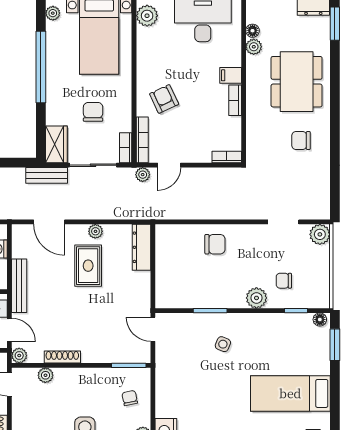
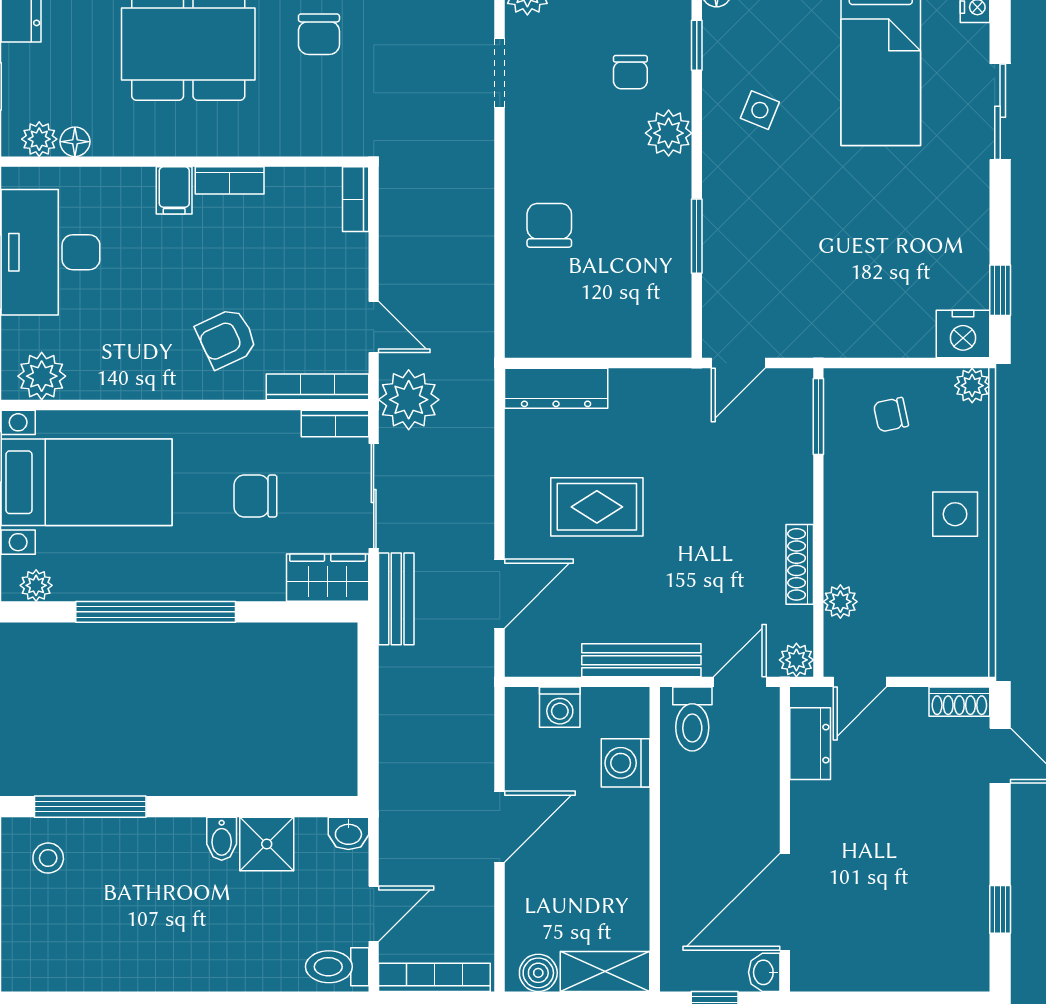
plant: (254, 47) -> (39, 139), moved
plant: (143, 175) -> (409, 400), width x1.87, depth x1.87
plant: (95, 231) -> (521, 491), removed
side table: (223, 344) -> (760, 110), moved

